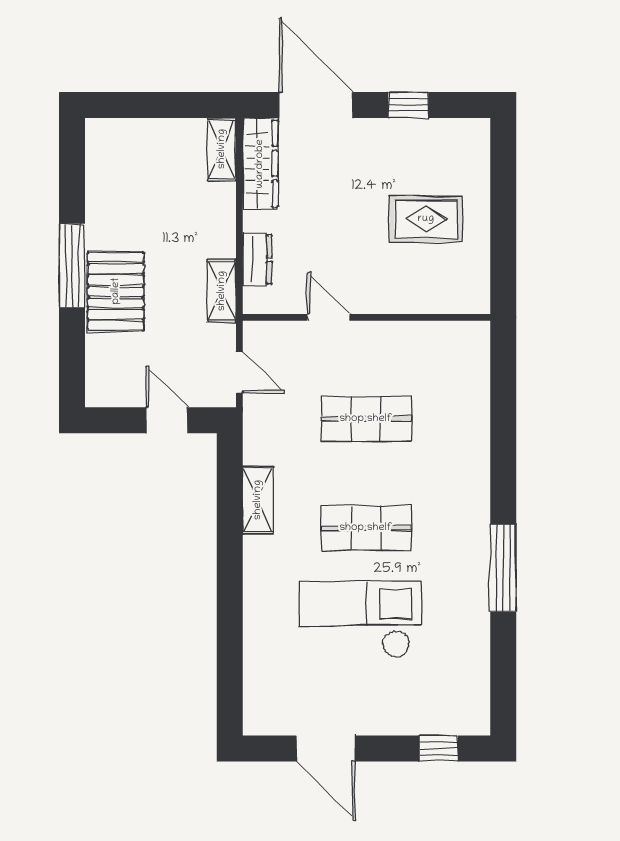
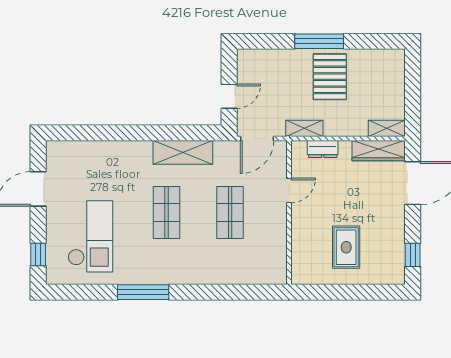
window: (408, 105) -> (413, 255), moved
pallet: (116, 291) -> (330, 77), moved, turned 90
door: (239, 372) -> (257, 139), width x1.38
shelving: (258, 500) -> (183, 152), width x1.50, depth x1.33
checkout: (360, 619) -> (90, 236), moved

